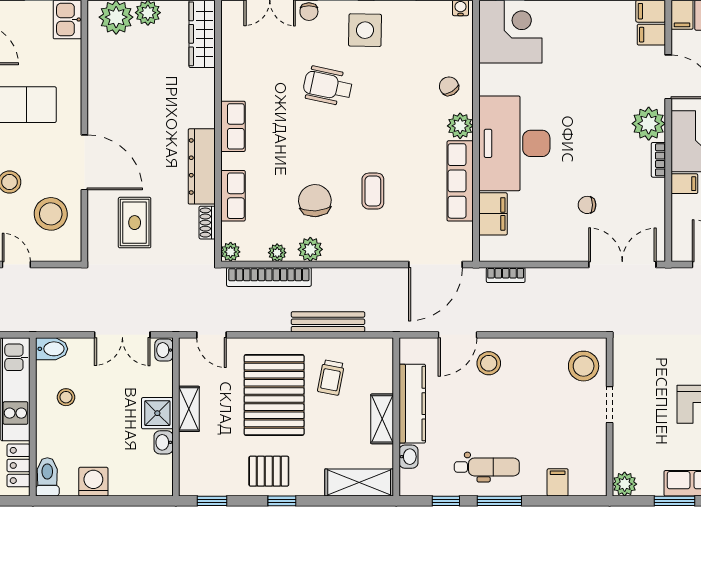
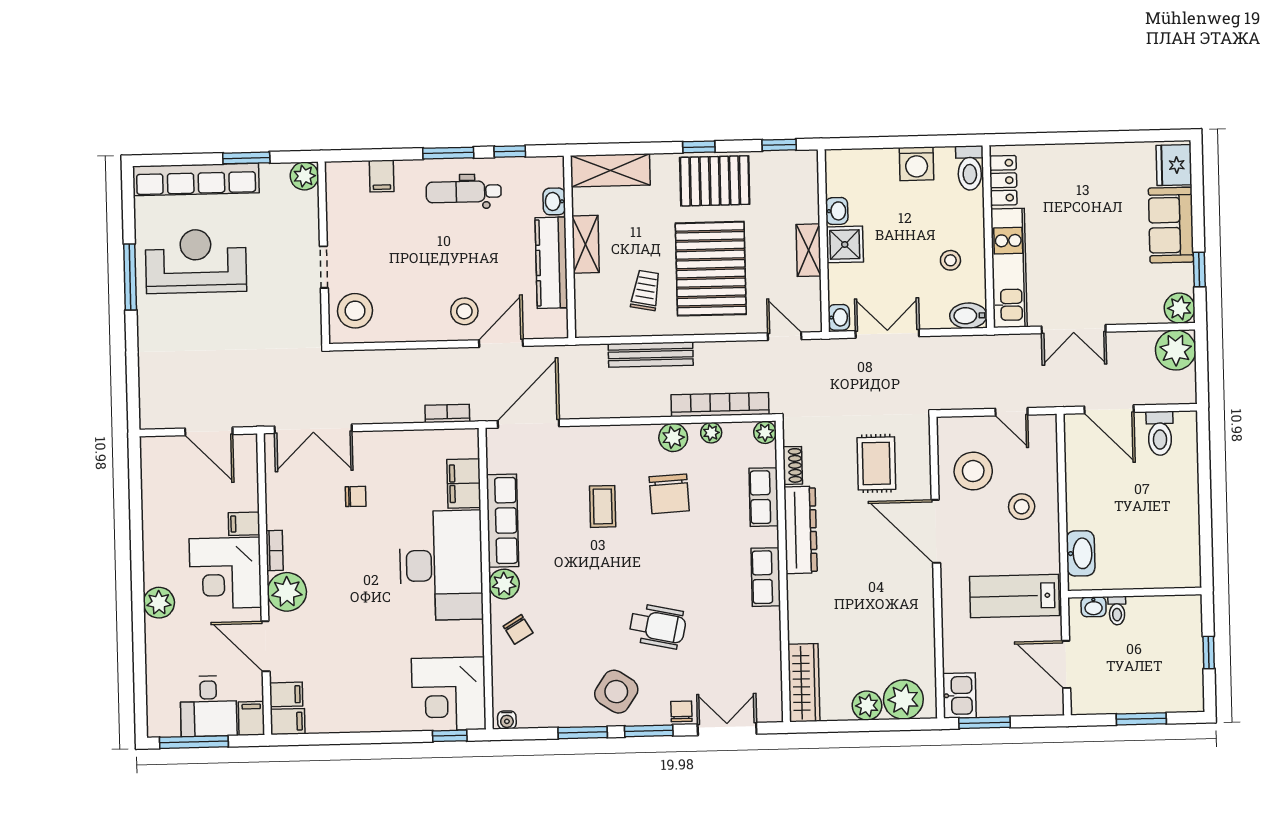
side table: (365, 30) -> (616, 692), turned 33
pallet: (269, 471) -> (715, 181), width x1.50, depth x1.42

